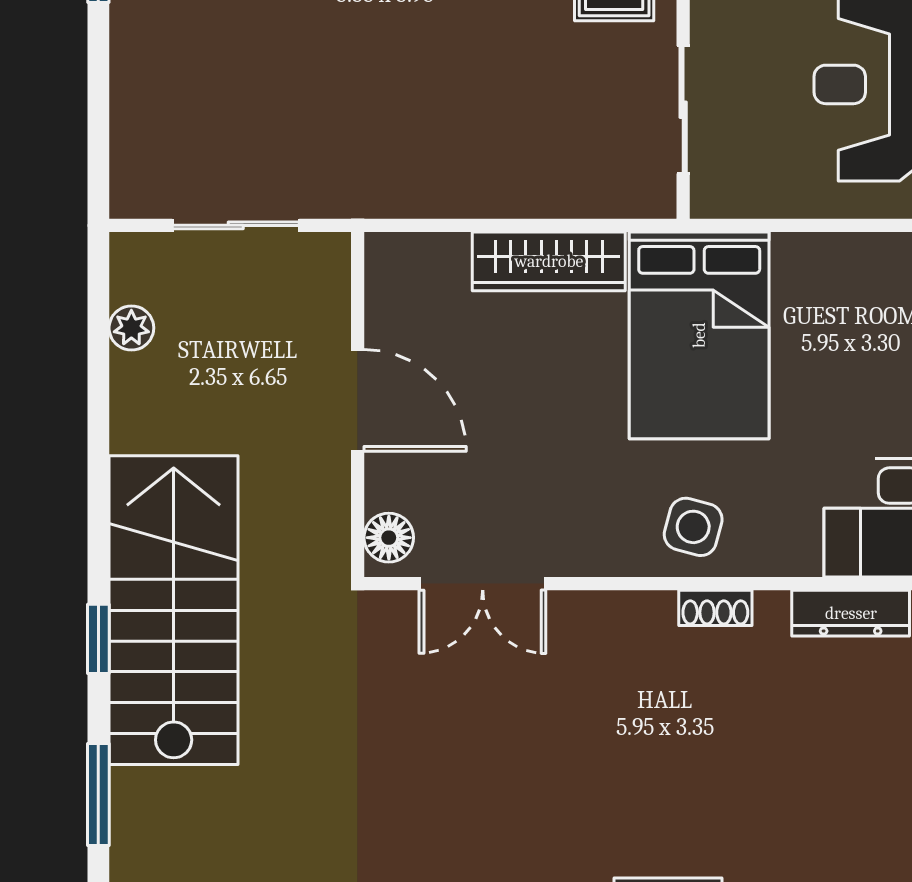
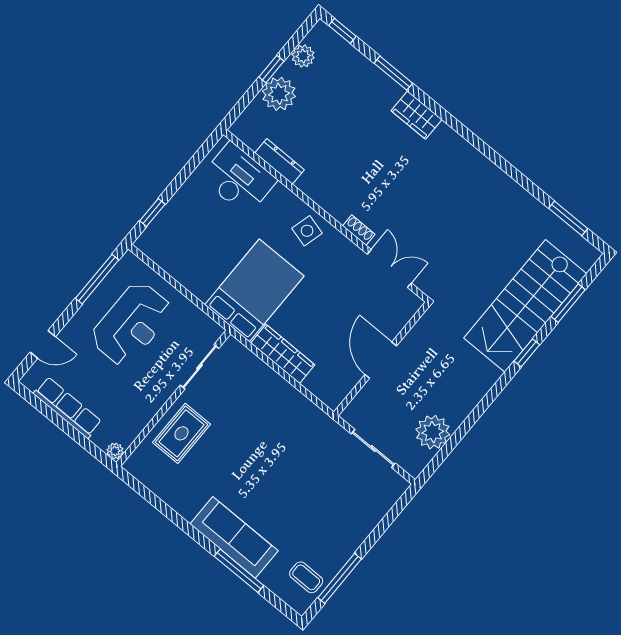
plant: (131, 328) -> (433, 432), width x1.88, depth x1.88
floor lamp: (389, 538) -> (407, 308), removed
shoe rack: (715, 608) -> (359, 230), moved
stairs: (174, 610) -> (525, 306), moved

